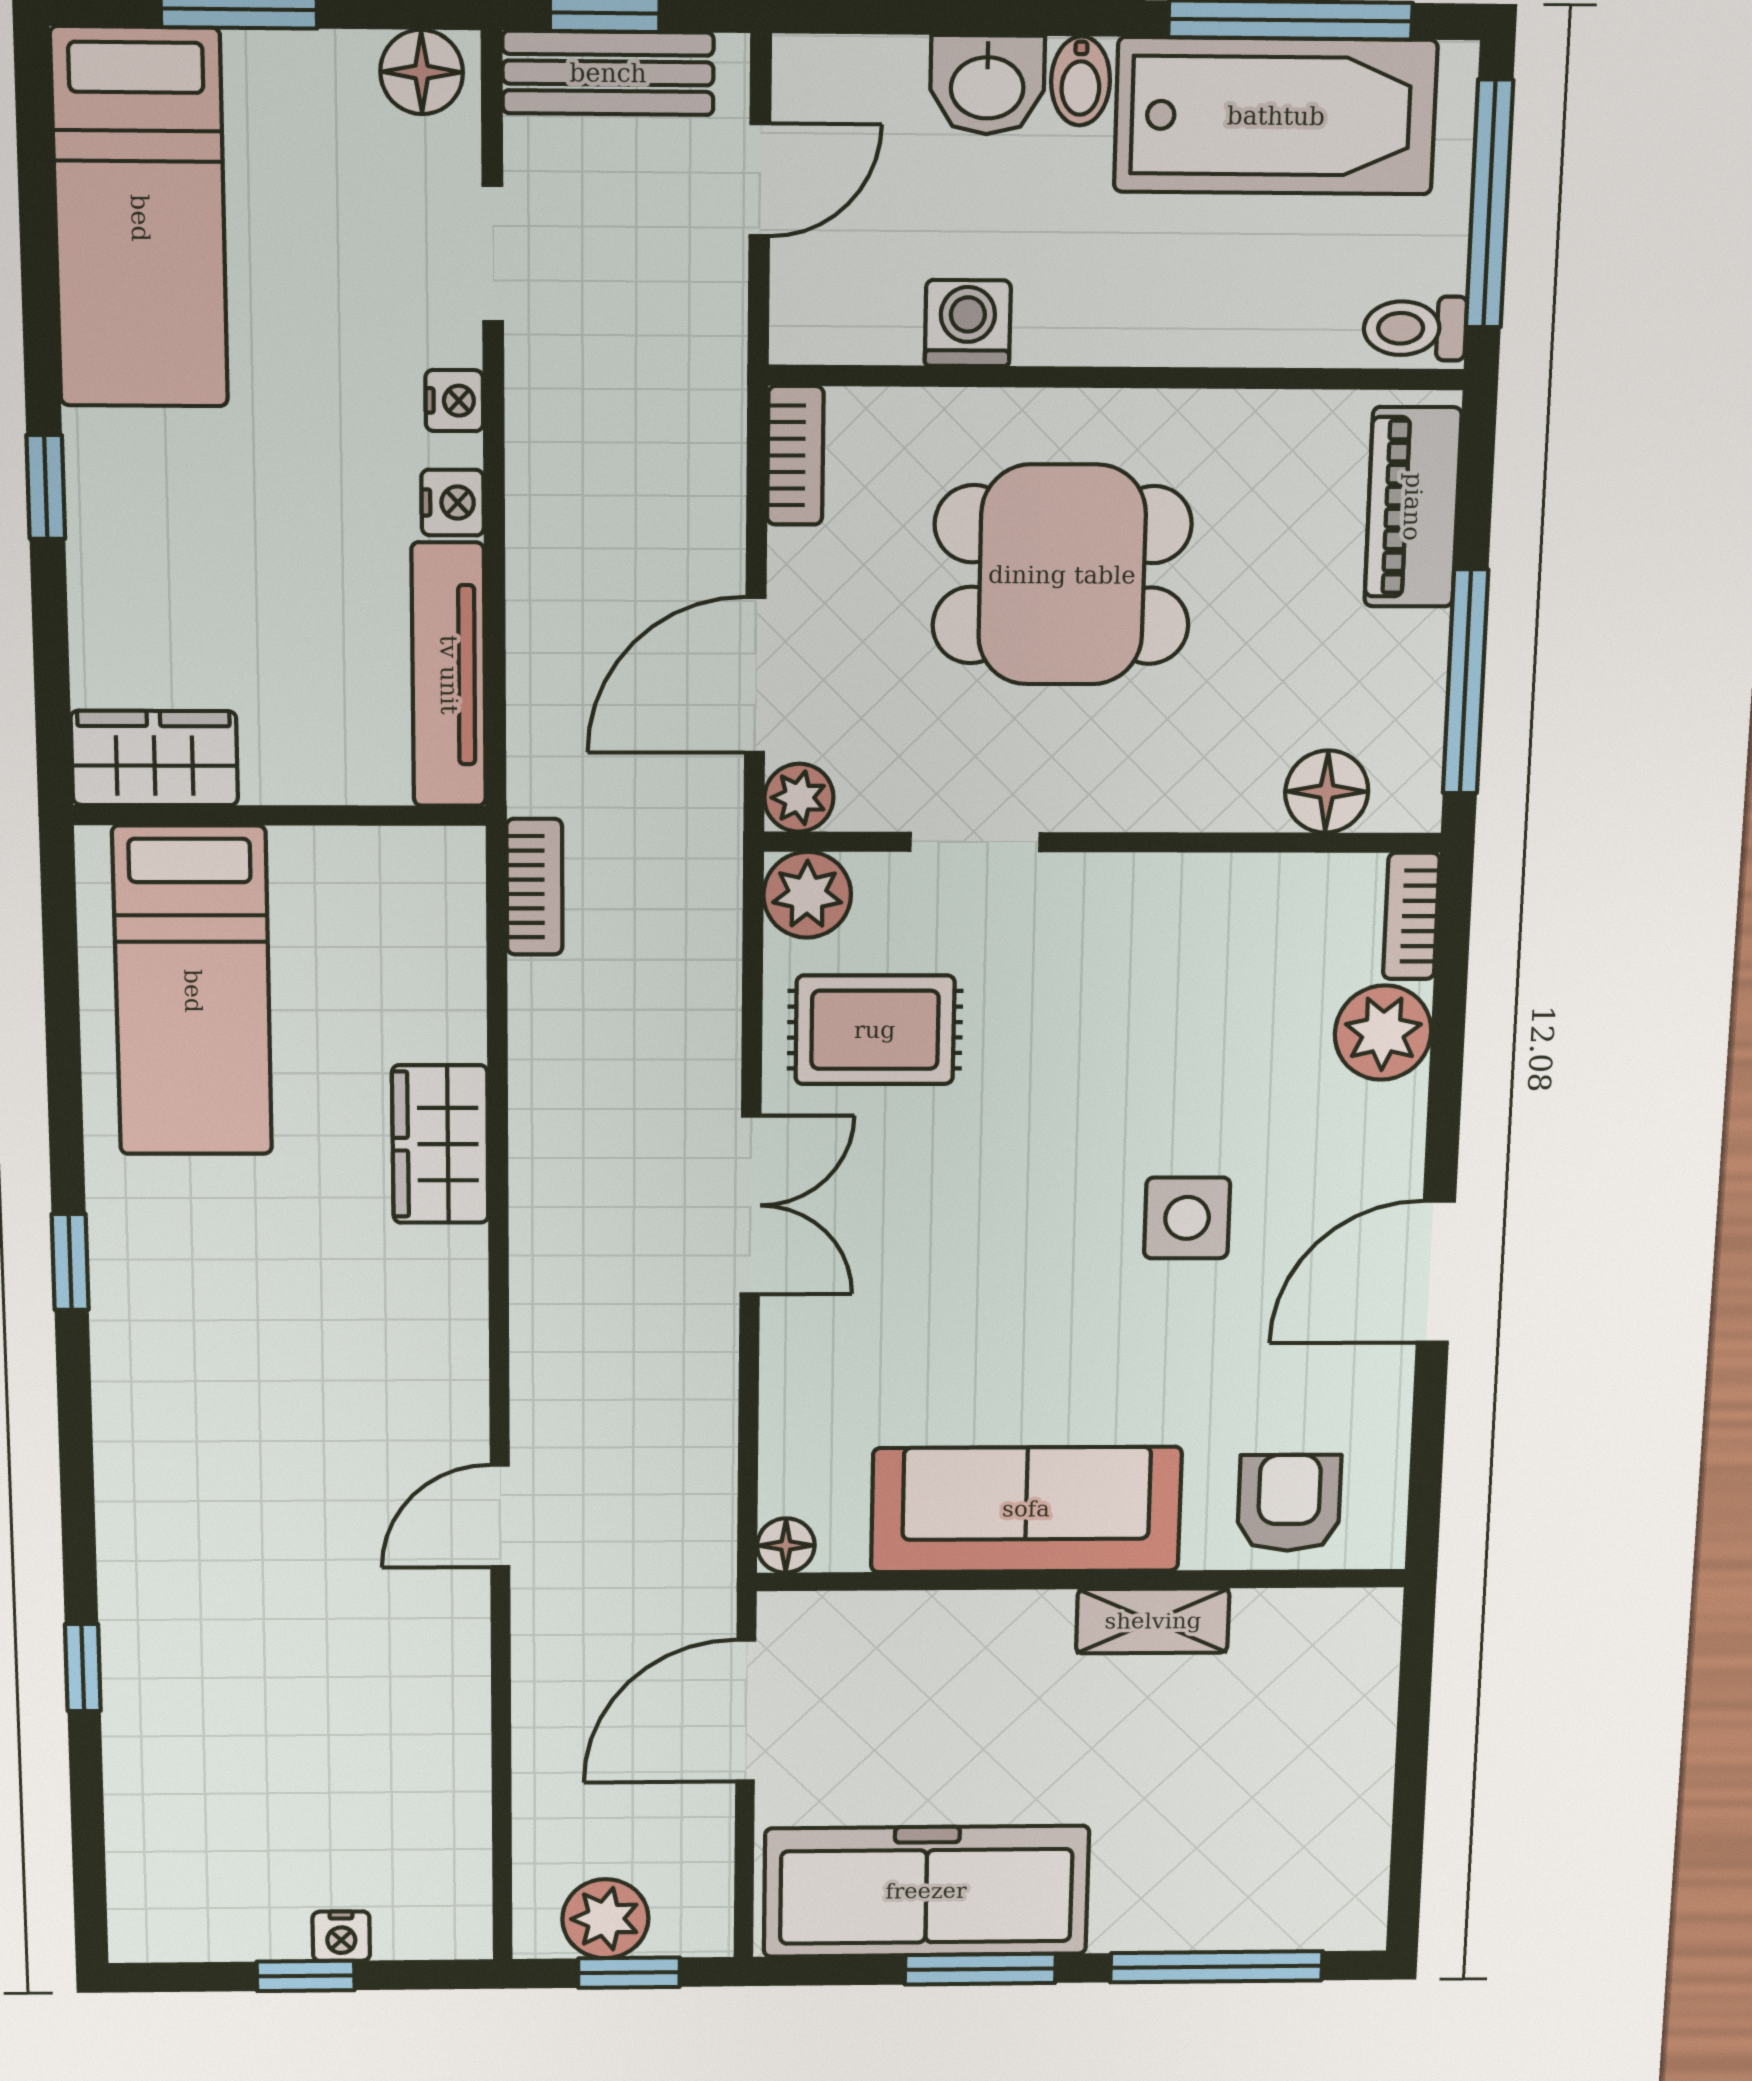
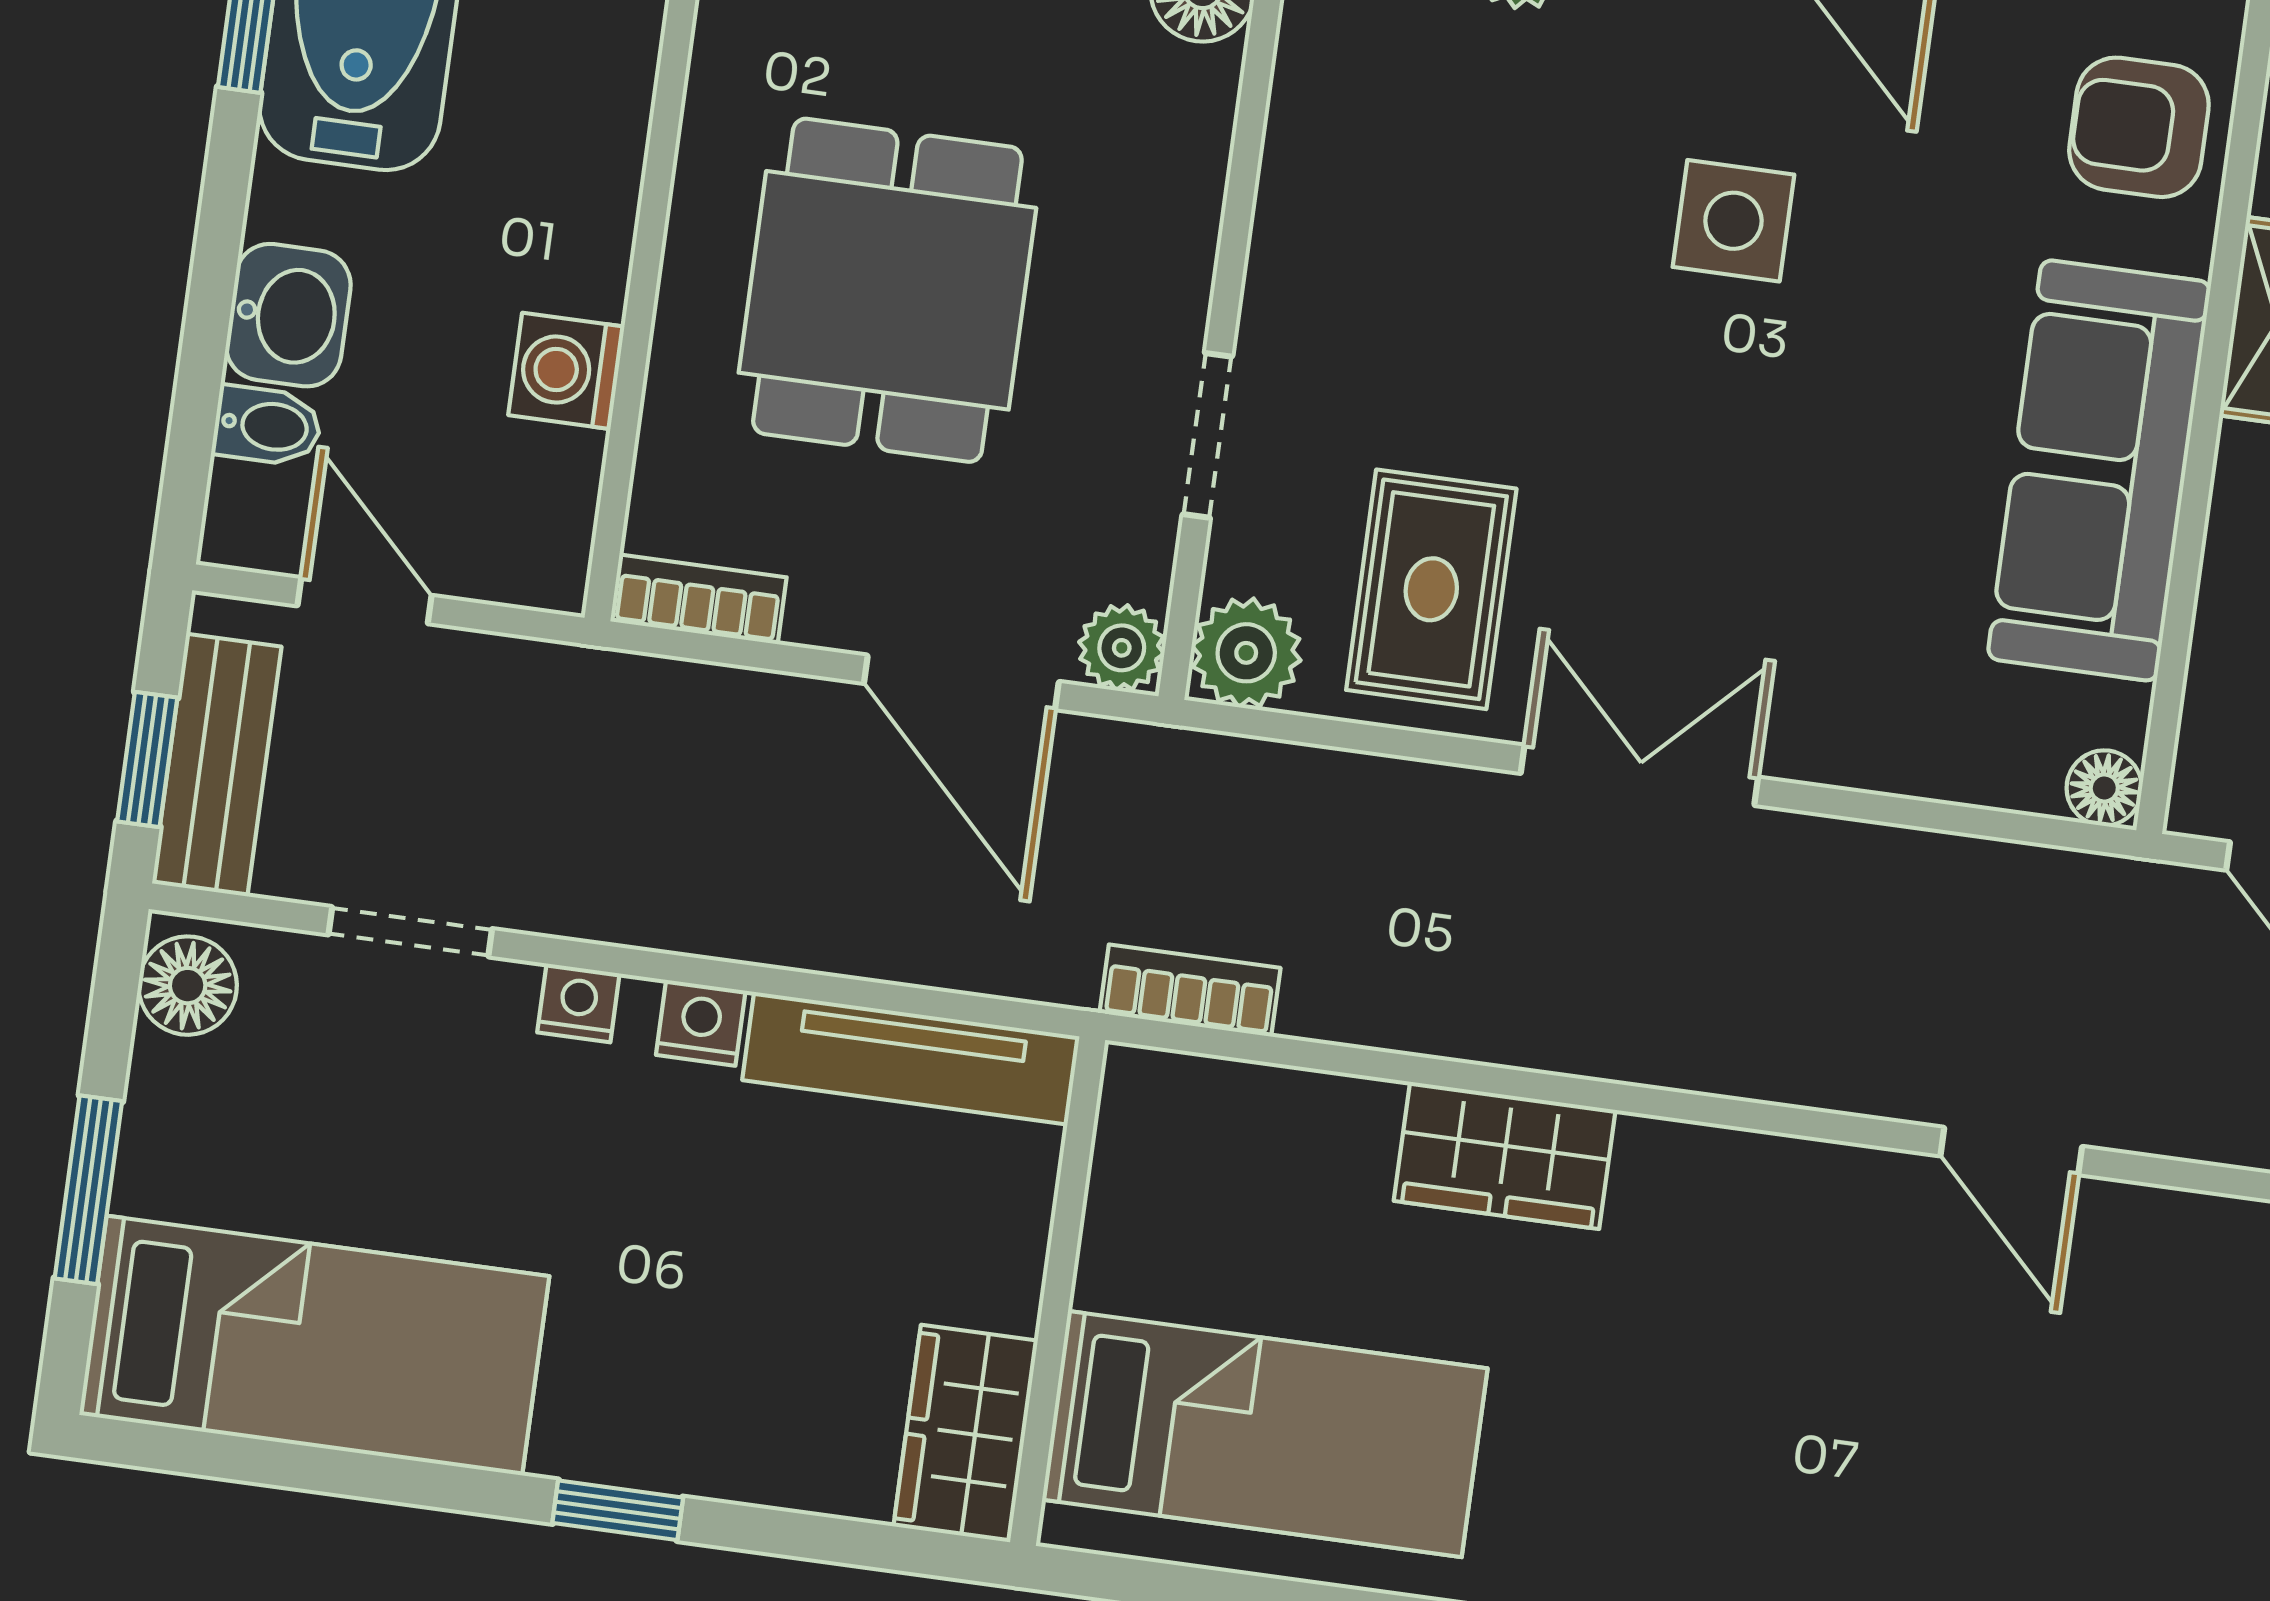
bidet: (1081, 81) -> (267, 426), moved

